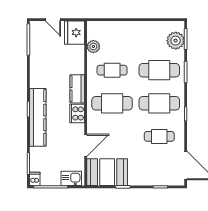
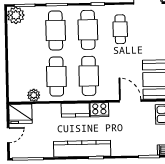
plant: (176, 41) -> (16, 15), moved
cafe table: (112, 70) -> (56, 77), width x1.37, depth x1.35
kitchen counter: (38, 117) -> (82, 149), moved

